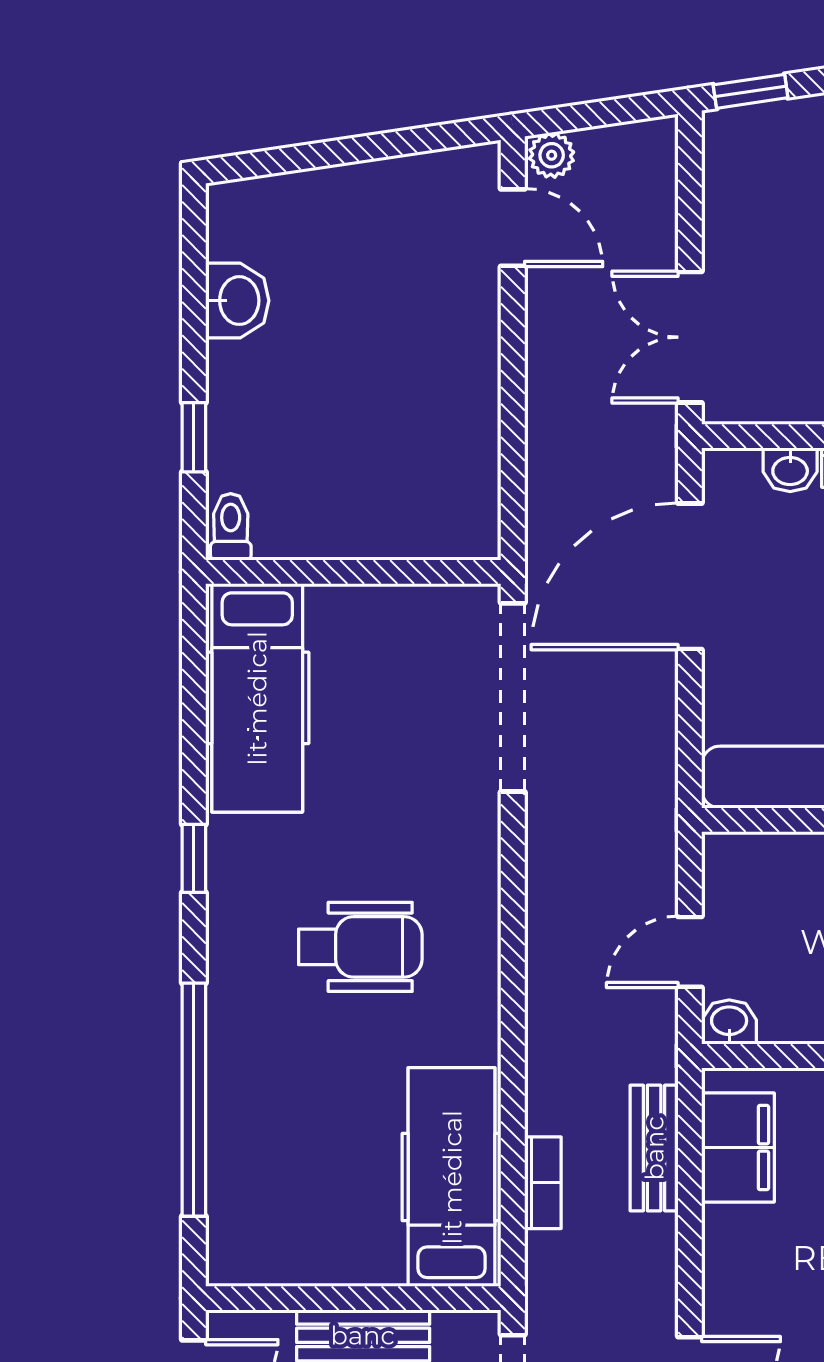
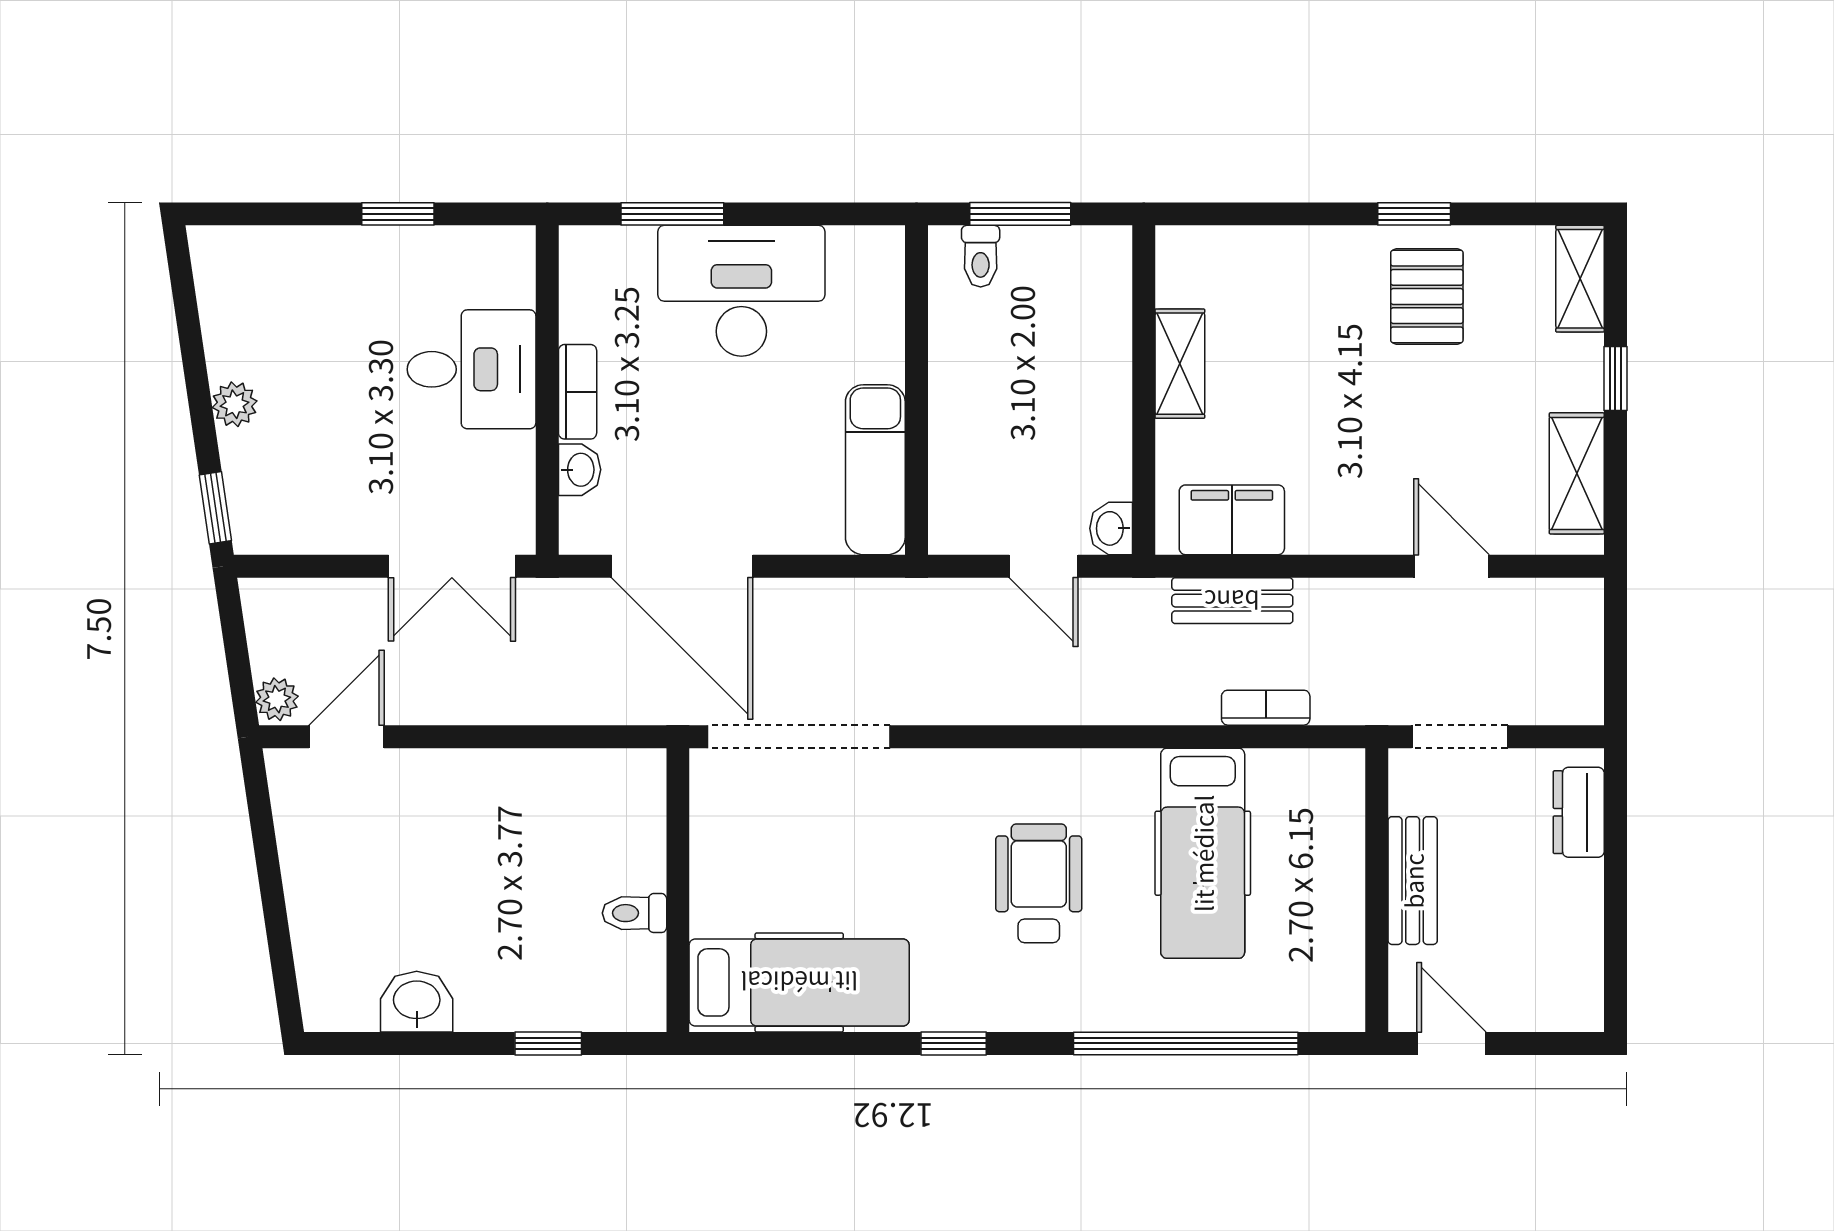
toilet: (231, 527) -> (635, 913), moved
hospital bed: (452, 1177) -> (1203, 853), moved, turned -90

